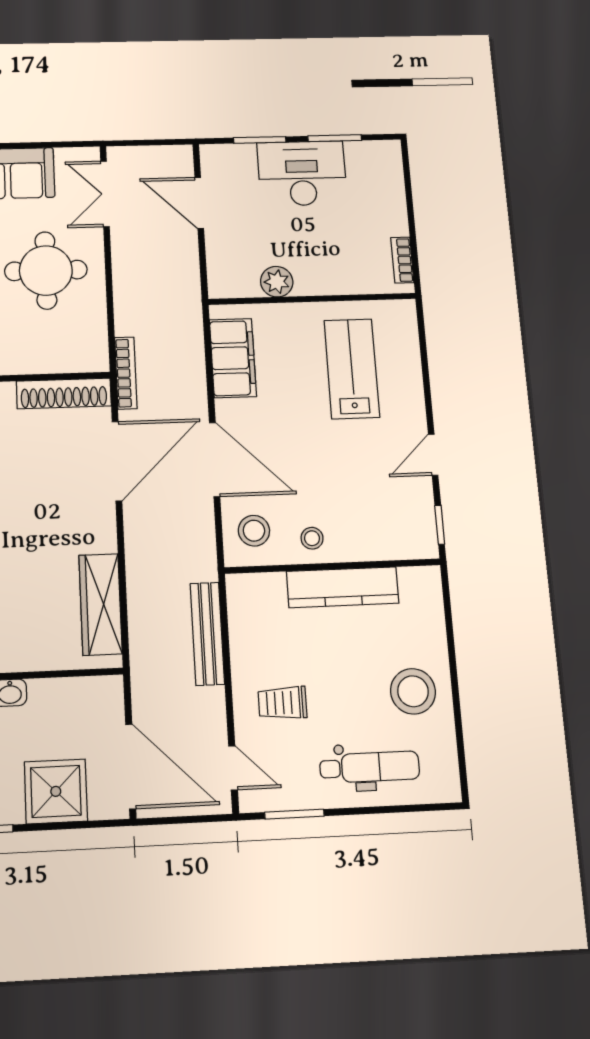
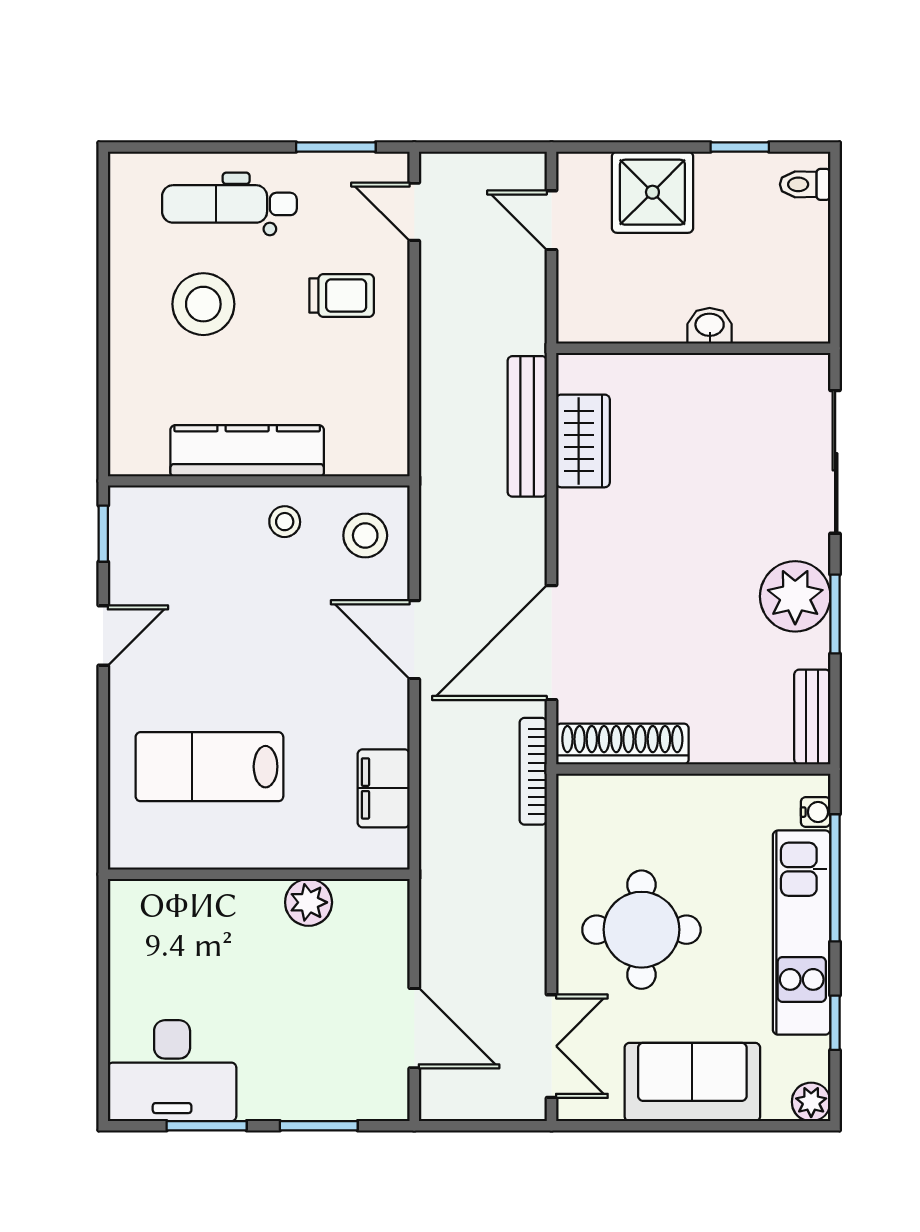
desk: (302, 173) -> (172, 1071), moved
bookcase: (402, 260) -> (122, 930), removed
filing cabinet: (233, 358) -> (384, 788), width x0.67, depth x0.86
lab bench: (352, 369) -> (209, 767), turned 90
door: (215, 460) -> (414, 640), width x0.73
wardrobe: (100, 604) -> (583, 441), width x0.67
bench: (207, 634) -> (527, 426), moved
stool: (413, 691) -> (203, 304), moved
door: (131, 766) -> (551, 220), width x0.53

